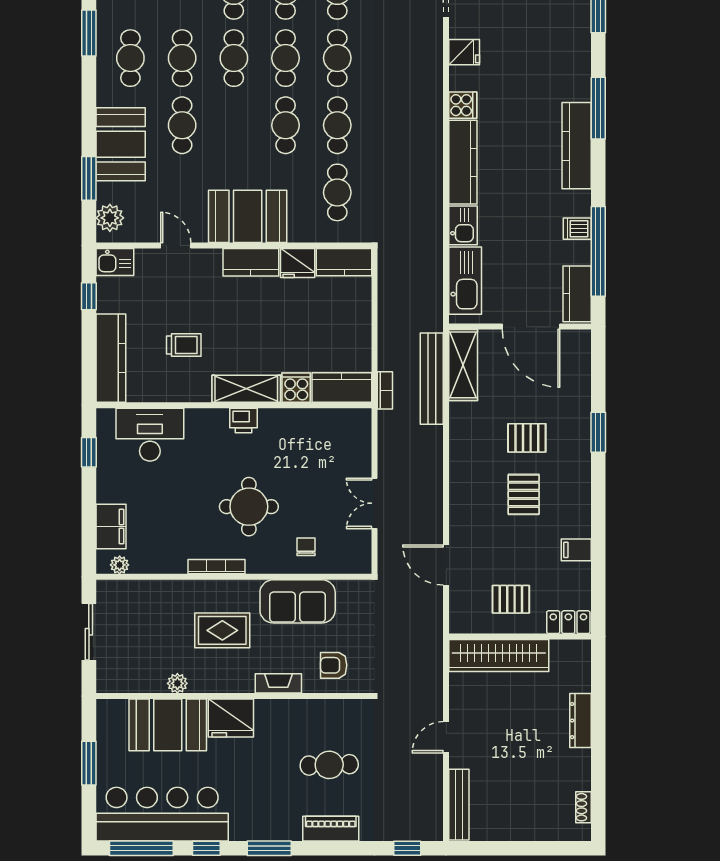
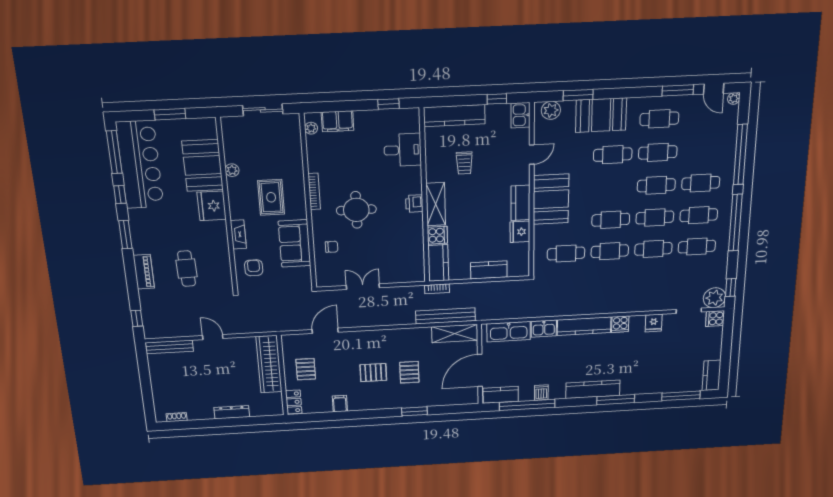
kitchen counter: (344, 262) -> (489, 270), moved, turned 90
desk: (150, 435) -> (403, 150), width x0.73

